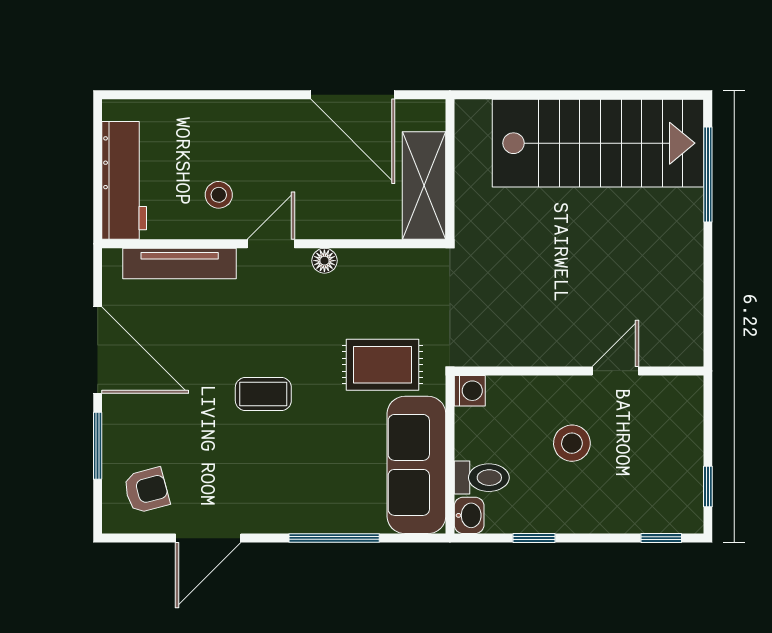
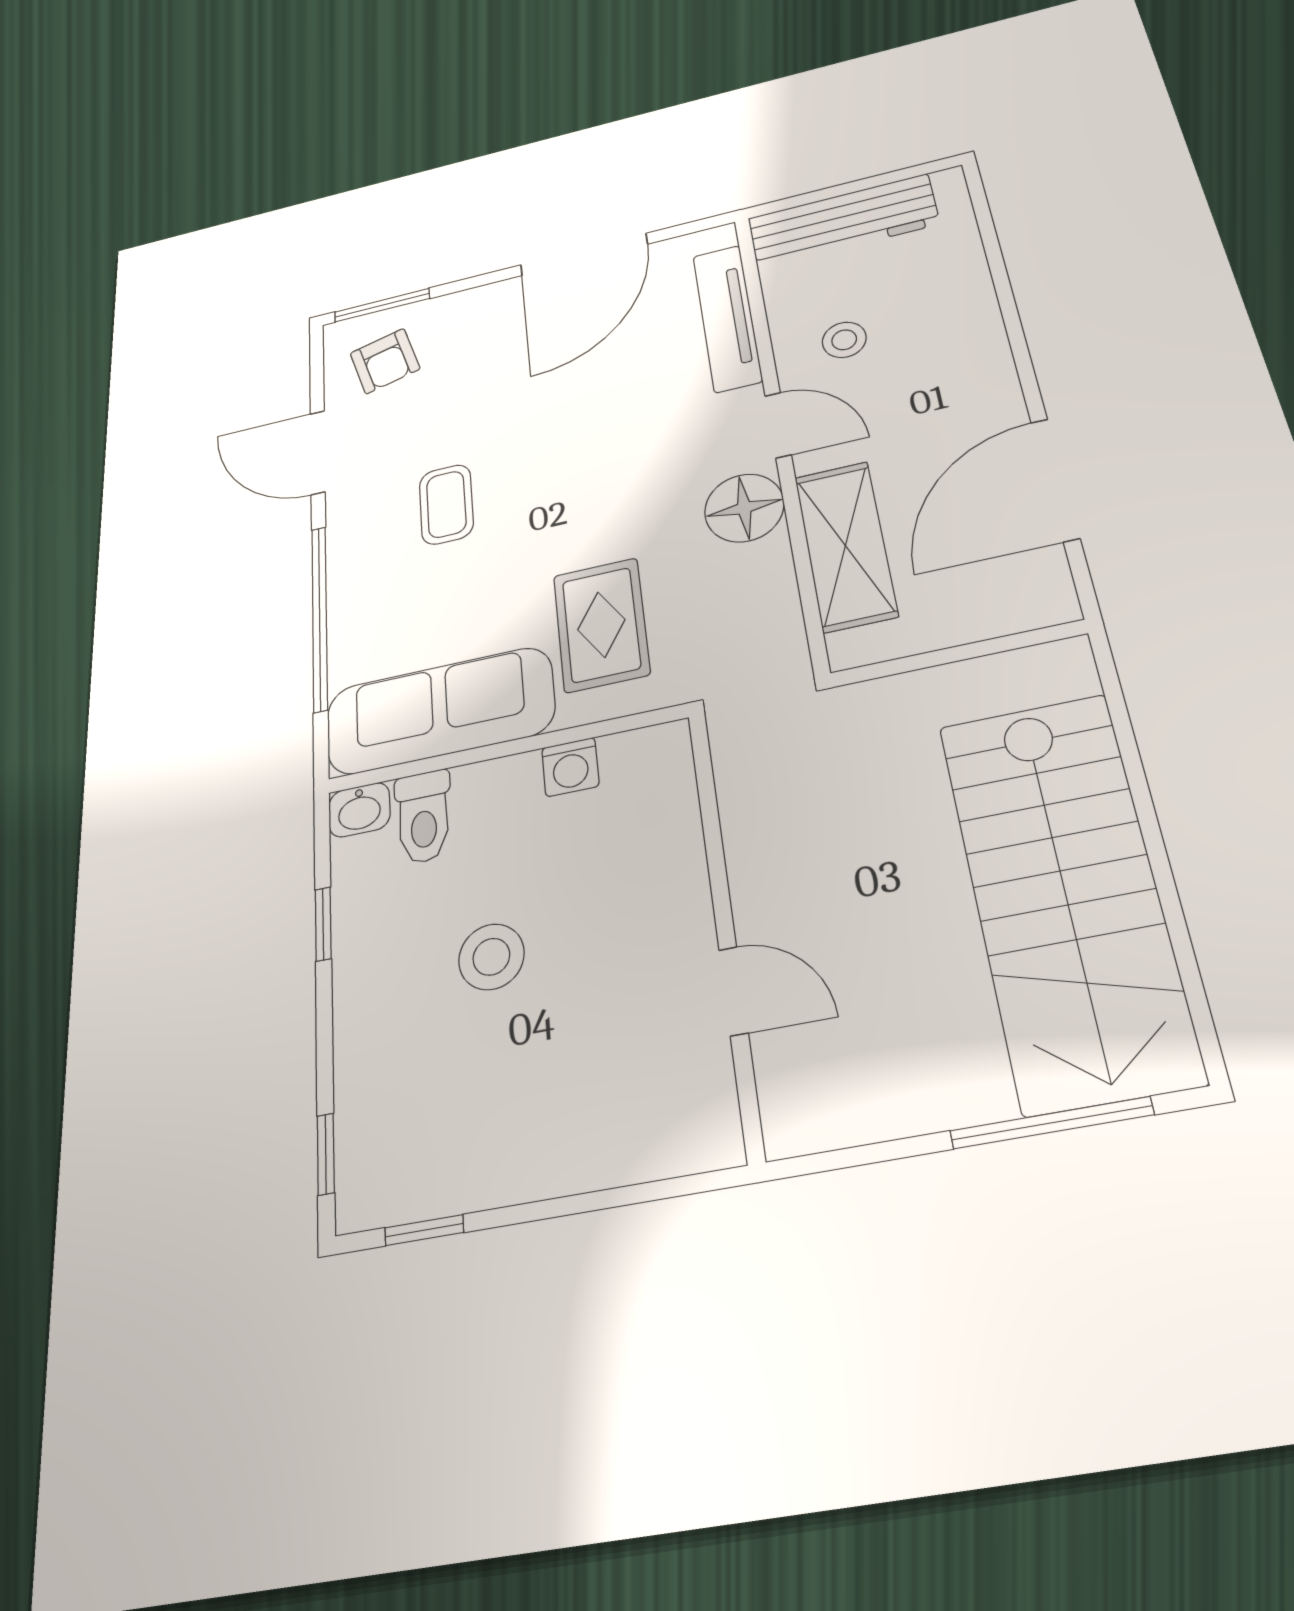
shelving: (424, 185) -> (845, 546), moved, turned 90
floor lamp: (324, 261) -> (744, 508), width x1.89, depth x1.89
wall: (579, 371) -> (725, 925), moved
door: (615, 371) -> (733, 991), moved
coffee table: (263, 394) -> (446, 504), moved
window: (98, 446) -> (382, 305), moved
window: (334, 538) -> (320, 617), width x1.46

